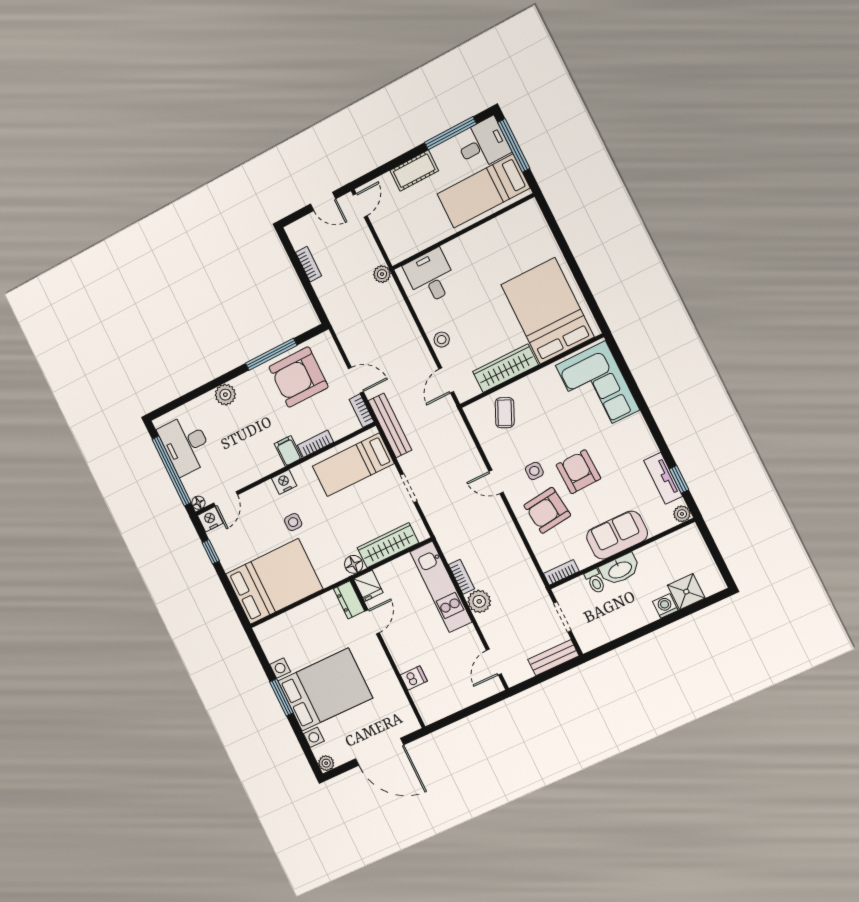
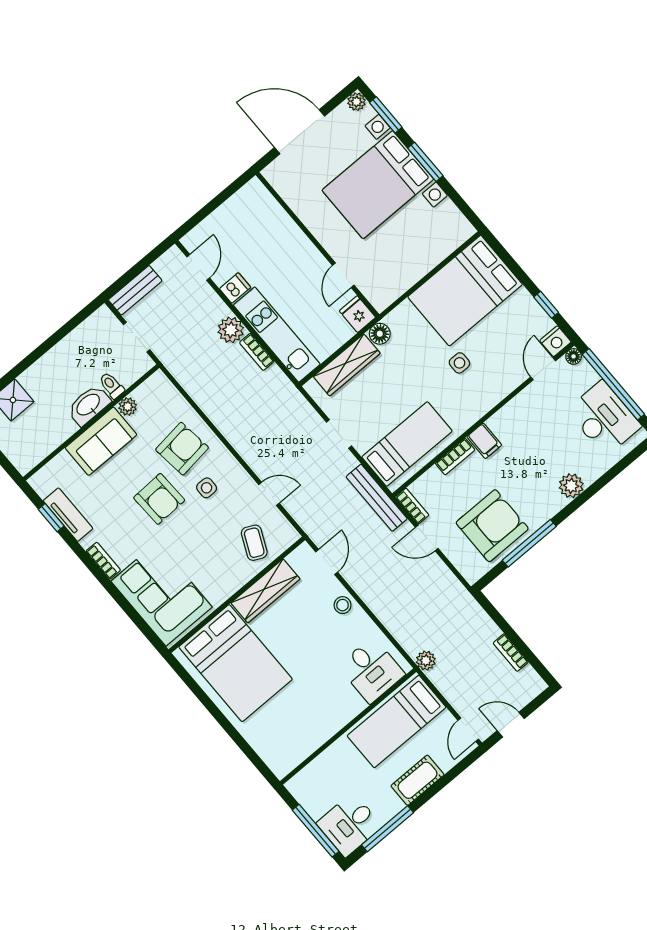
bed: (483, 191) -> (397, 722), moved, turned 180
nightstand: (284, 482) -> (480, 405), removed
door: (496, 482) -> (269, 494), moved
plant: (682, 514) -> (128, 407), moved
bookcase: (561, 572) -> (103, 561), moved, turned -90
dresser: (349, 600) -> (375, 293), removed
washing machine: (665, 606) -> (31, 379), removed
dishwasher: (414, 678) -> (235, 288), moved, turned 180
window: (305, 745) -> (386, 115), added

